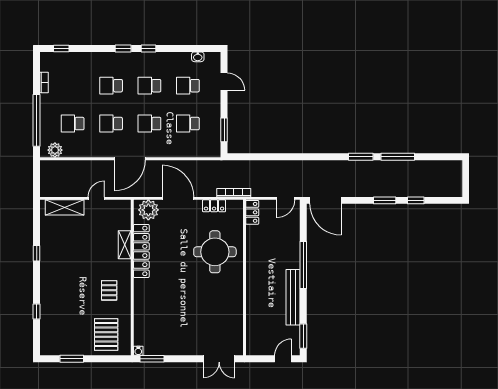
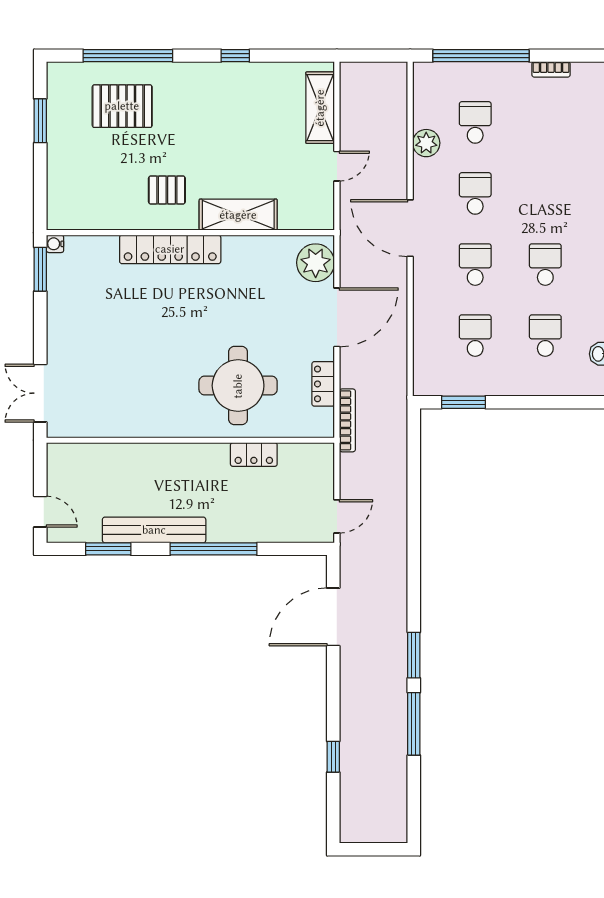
door: (224, 82) -> (553, 402), removed
school desk: (111, 86) -> (545, 193), removed
plant: (55, 150) -> (426, 143), moved
door: (96, 198) -> (337, 166), hinge flipped
door: (286, 198) -> (337, 516), swing flipped
door: (325, 200) -> (333, 617), moved
window: (385, 200) -> (333, 699), removed
locker: (252, 212) -> (254, 454), moved
shelving: (125, 245) -> (238, 215), width x1.50, depth x1.33
locker: (141, 251) -> (170, 249), moved
window: (37, 311) -> (128, 56), width x3.17
pallet: (106, 335) -> (122, 106), moved
window: (303, 336) -> (108, 549), moved

